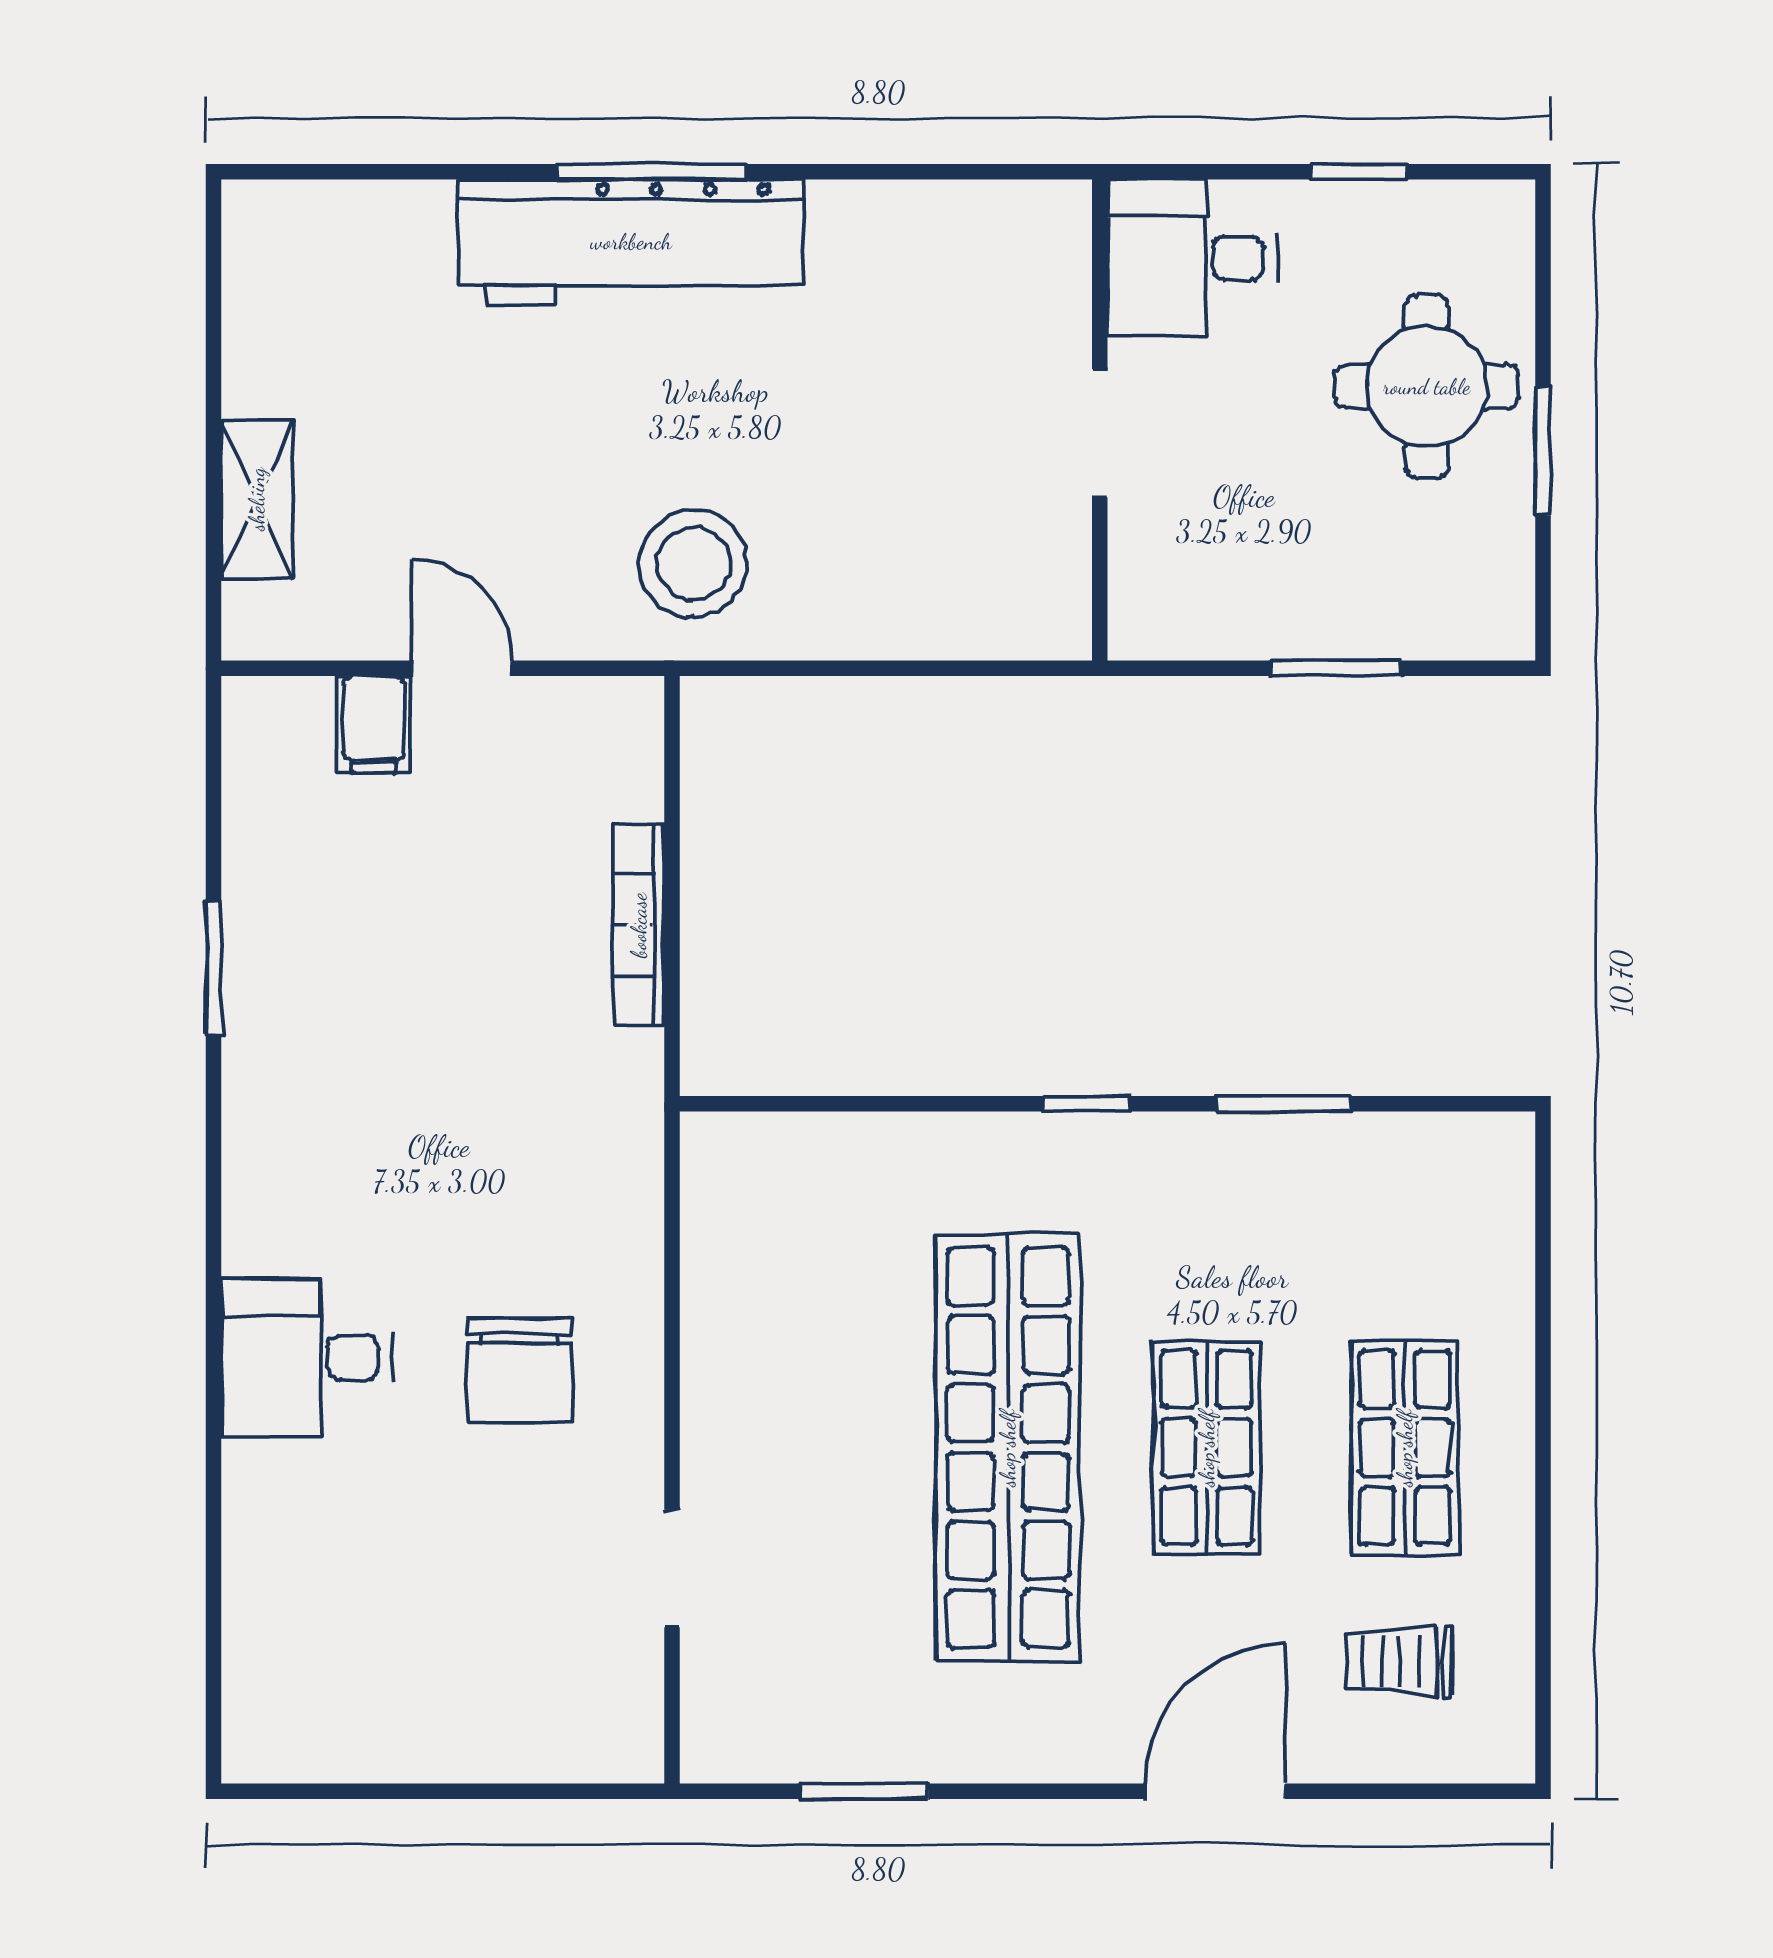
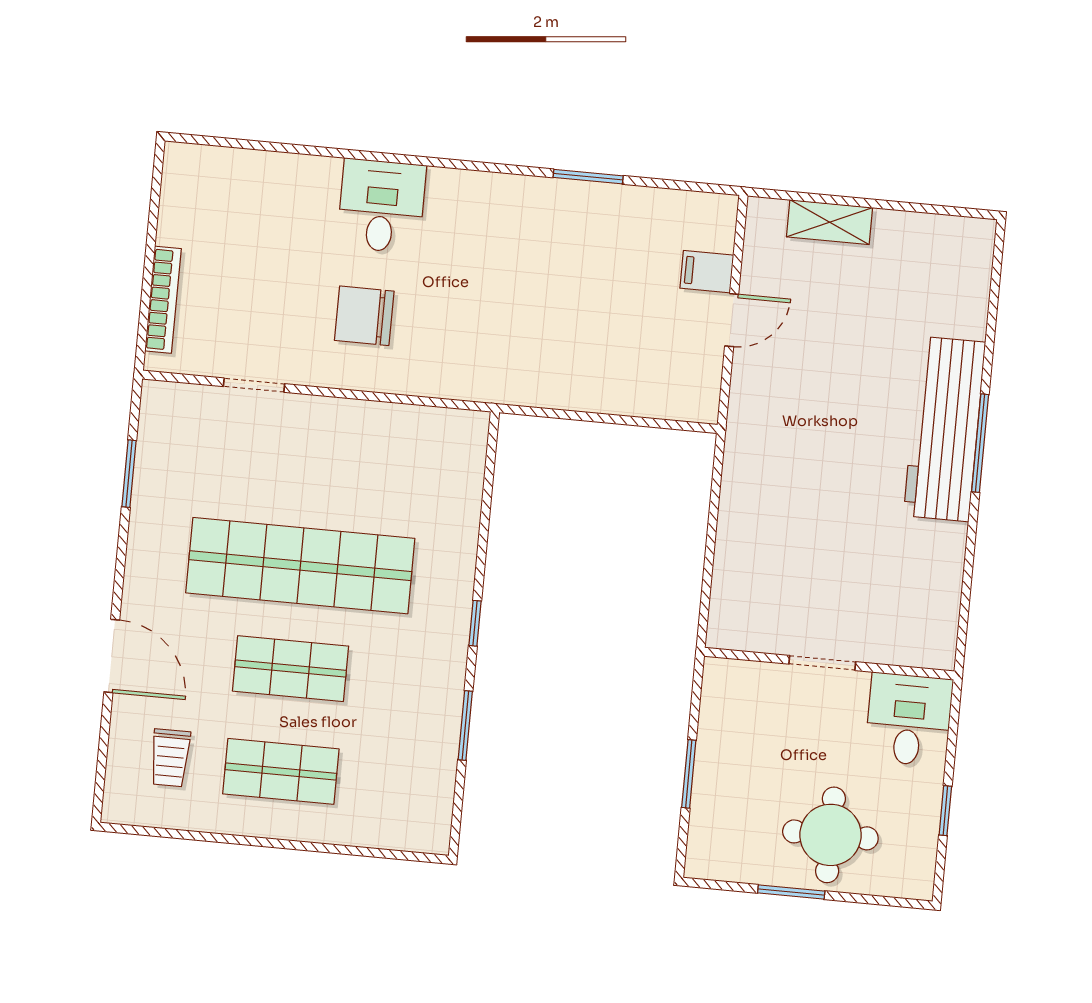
stool: (693, 563) -> (775, 446), removed
bookcase: (639, 925) -> (163, 300), moved, turned 90
trolley: (1399, 1661) -> (170, 758), turned 180

